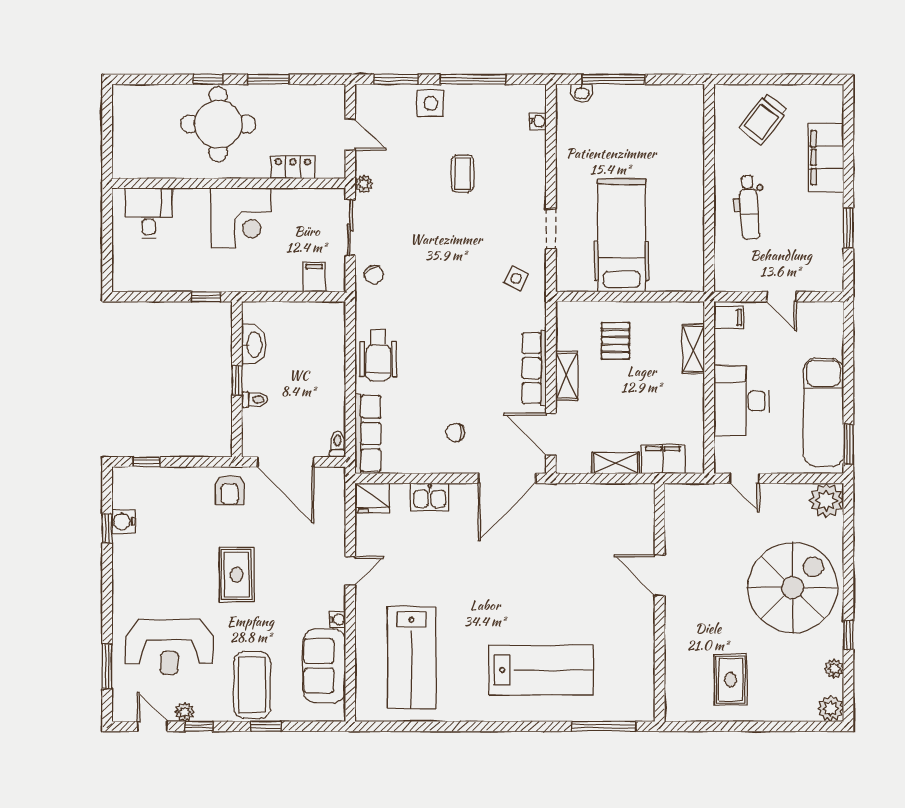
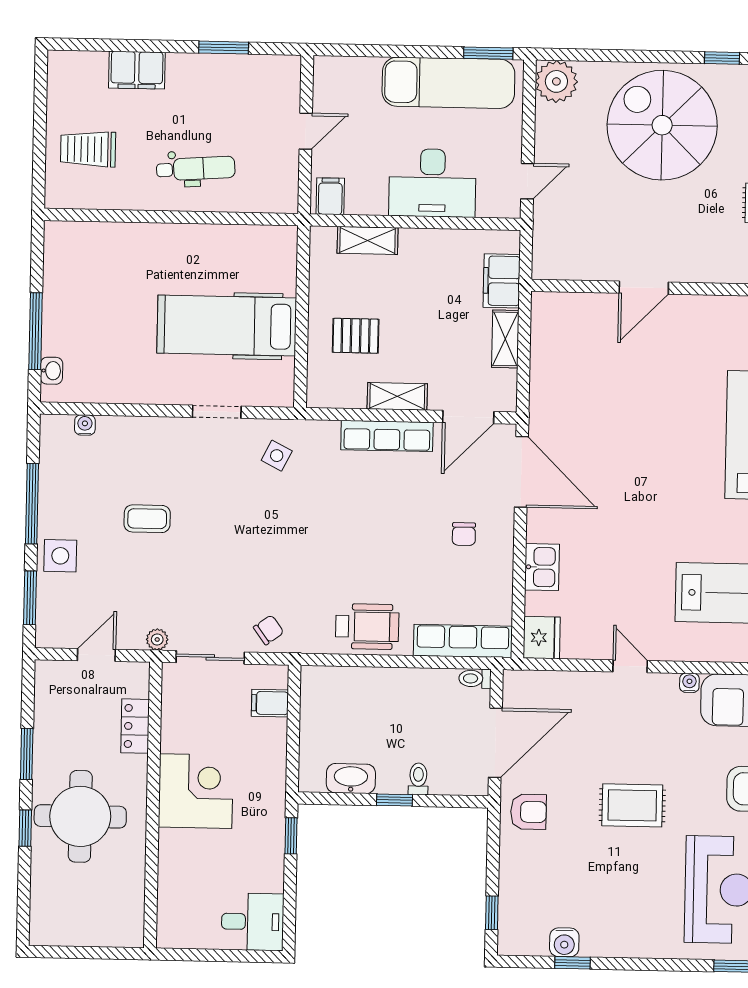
trolley: (763, 119) -> (88, 149), turned 143
filing cabinet: (826, 158) -> (137, 70), width x0.67, depth x0.86
desk: (149, 213) -> (253, 922), moved, turned 180

